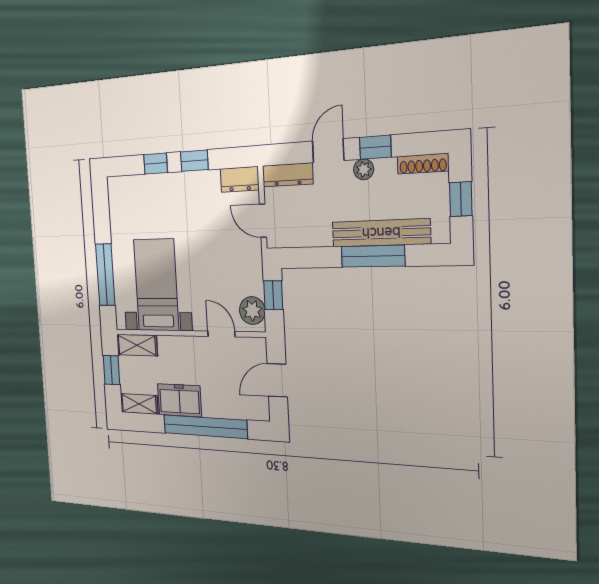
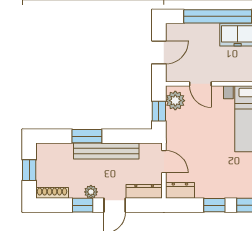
bench: (381, 233) -> (106, 151), moved
window: (373, 256) -> (87, 136), width x0.69

